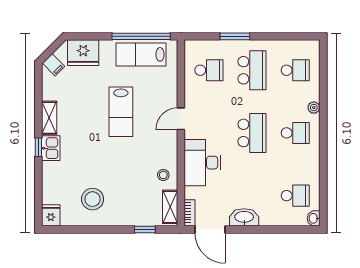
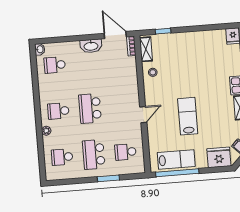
desk: (202, 163) -> (125, 84), removed
stool: (93, 199) -> (203, 50), removed

